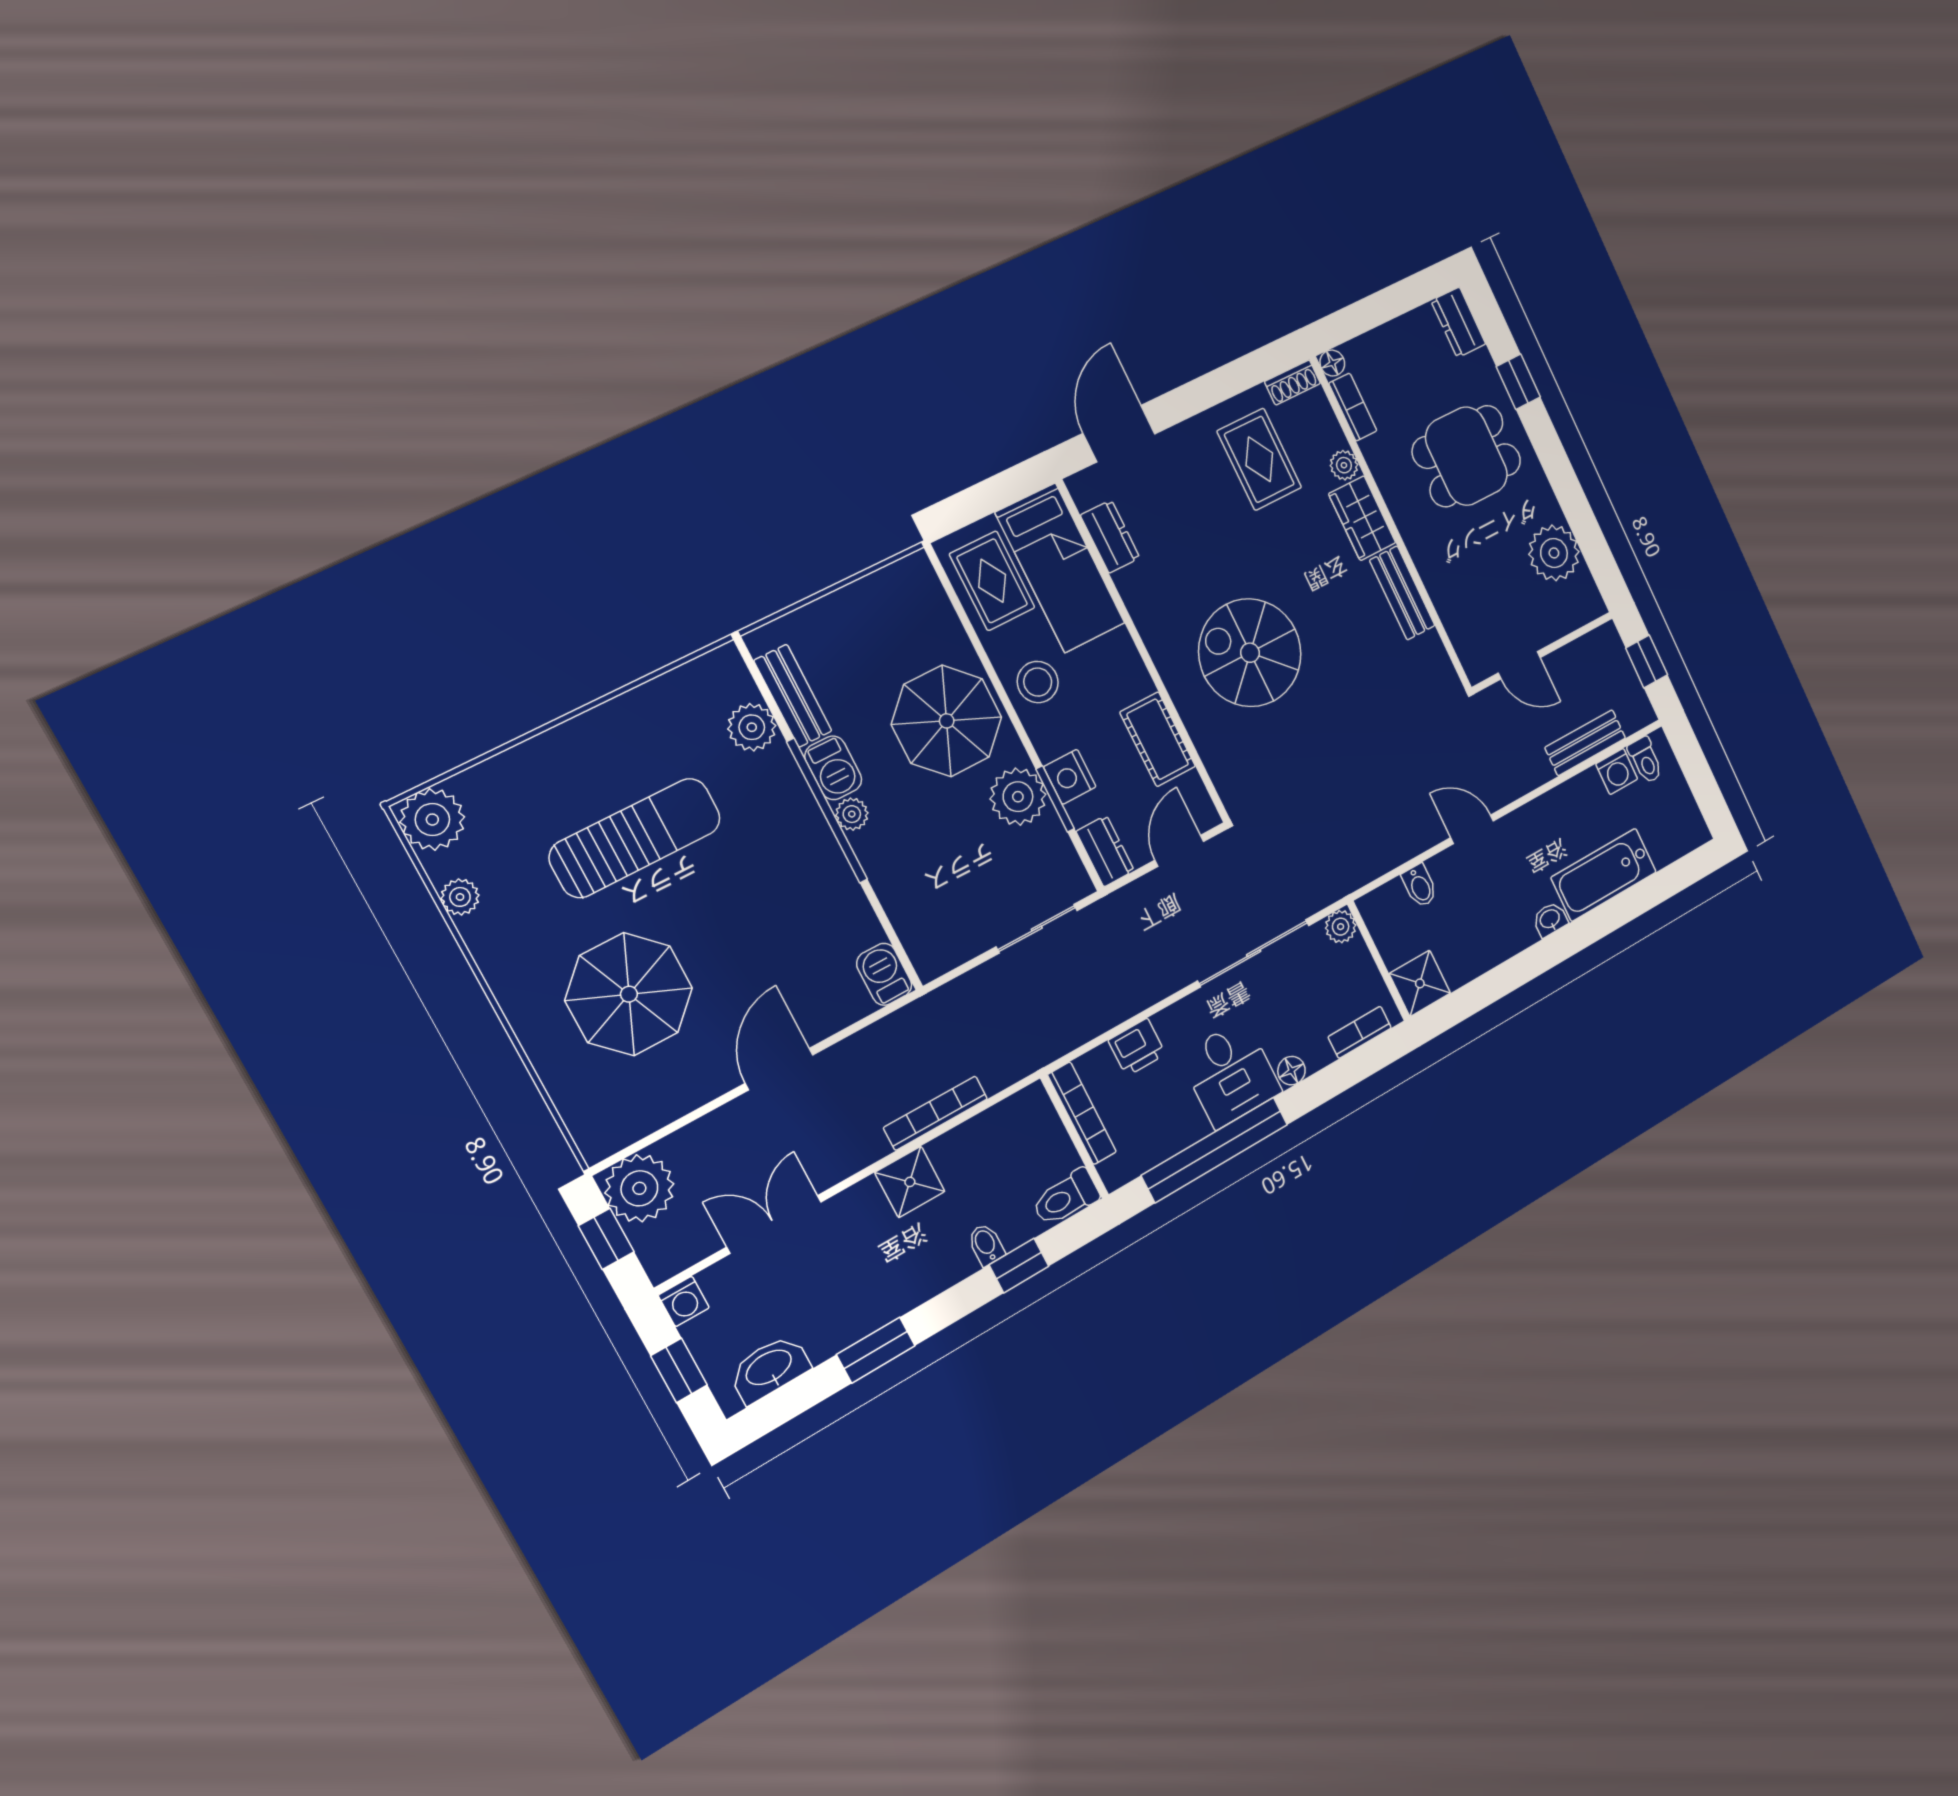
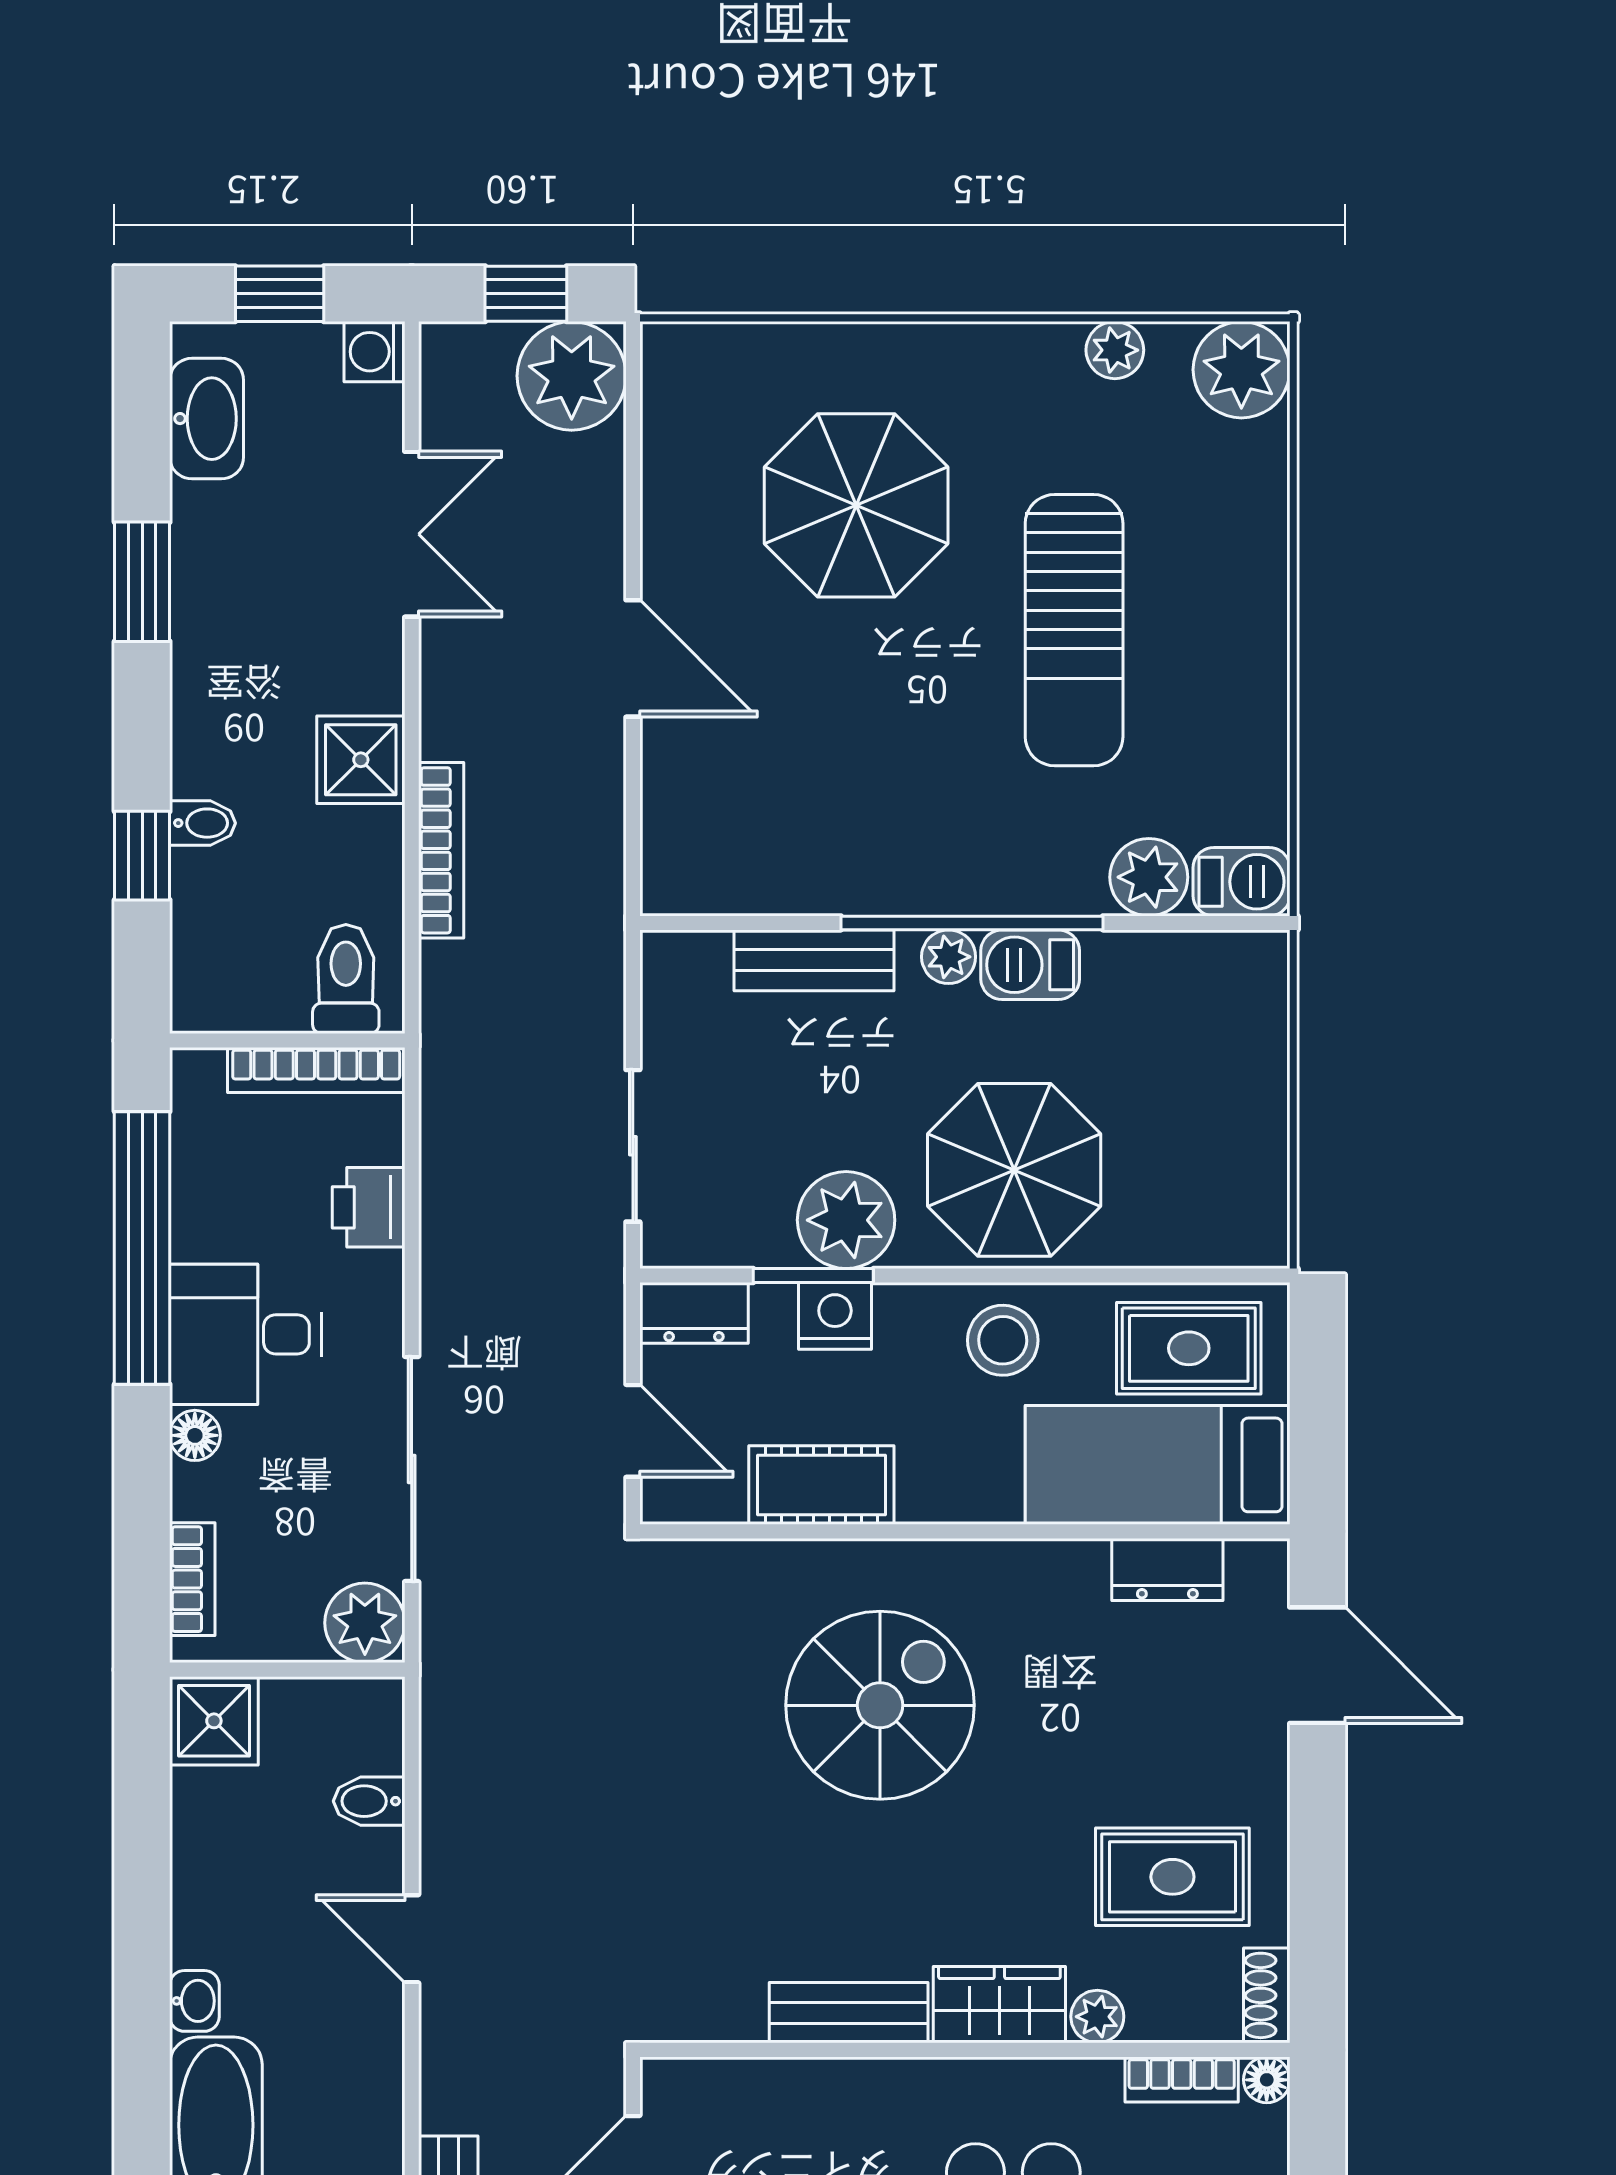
bench: (793, 696) -> (814, 960), moved
door: (1472, 829) -> (412, 1939), swing flipped
plant: (1341, 927) -> (365, 1623), width x1.38, depth x1.38
barbecue: (884, 974) -> (1242, 882), moved
toilet: (1066, 1198) -> (346, 979), moved

